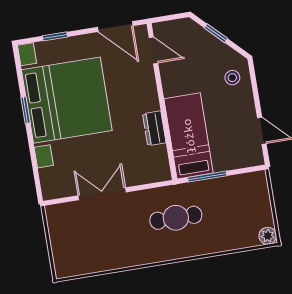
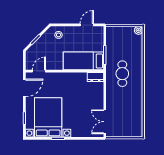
bed with nightstands: (67, 100) -> (48, 117), width x0.73
dresser: (154, 128) -> (95, 77), moved
double door: (102, 194) -> (105, 122), moved

